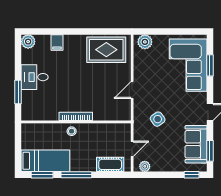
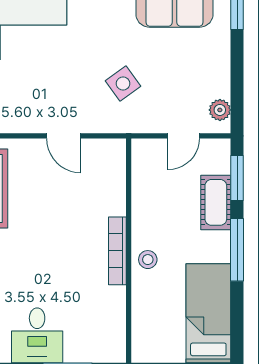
door: (132, 149) -> (184, 136), swing flipped
cot: (110, 164) -> (216, 202), moved
window: (42, 175) -> (237, 178), moved

